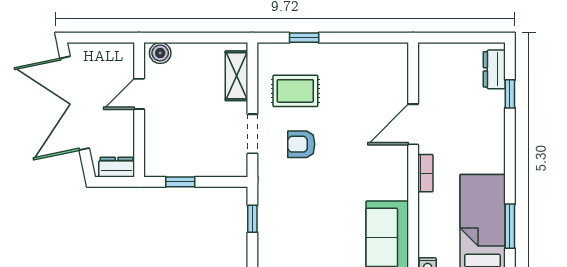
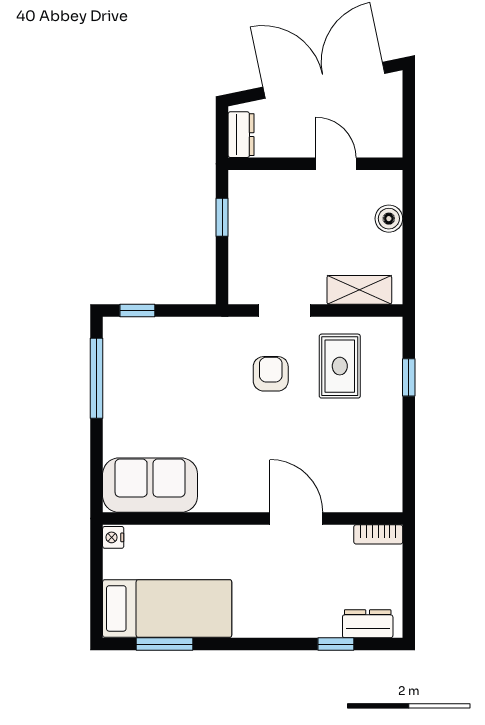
boiler: (160, 53) -> (389, 219), moved
bookcase: (425, 173) -> (378, 534), moved
window: (252, 219) -> (137, 311), moved

